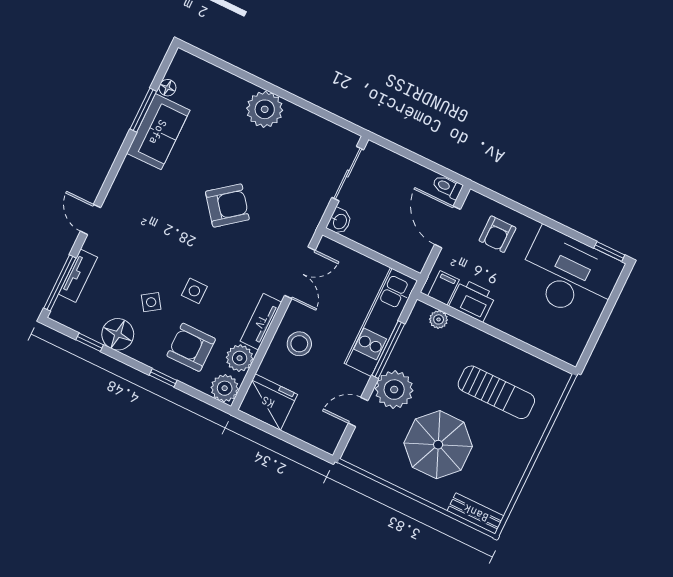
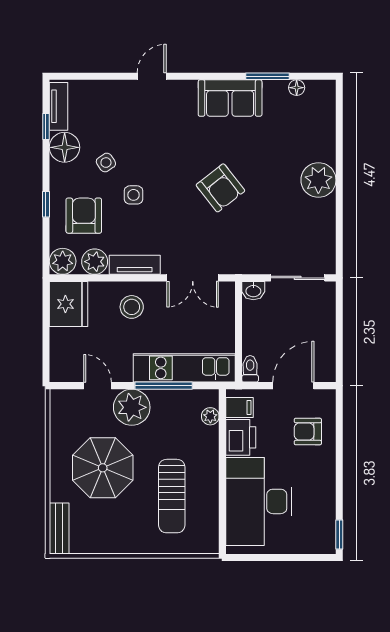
sofa: (158, 132) -> (230, 98), moved
toilet: (447, 187) -> (250, 369), moved
desk: (569, 275) -> (259, 501), moved, turned 180
tv unit: (78, 276) -> (59, 106), moved, turned -90
window: (60, 283) -> (85, 76), removed

